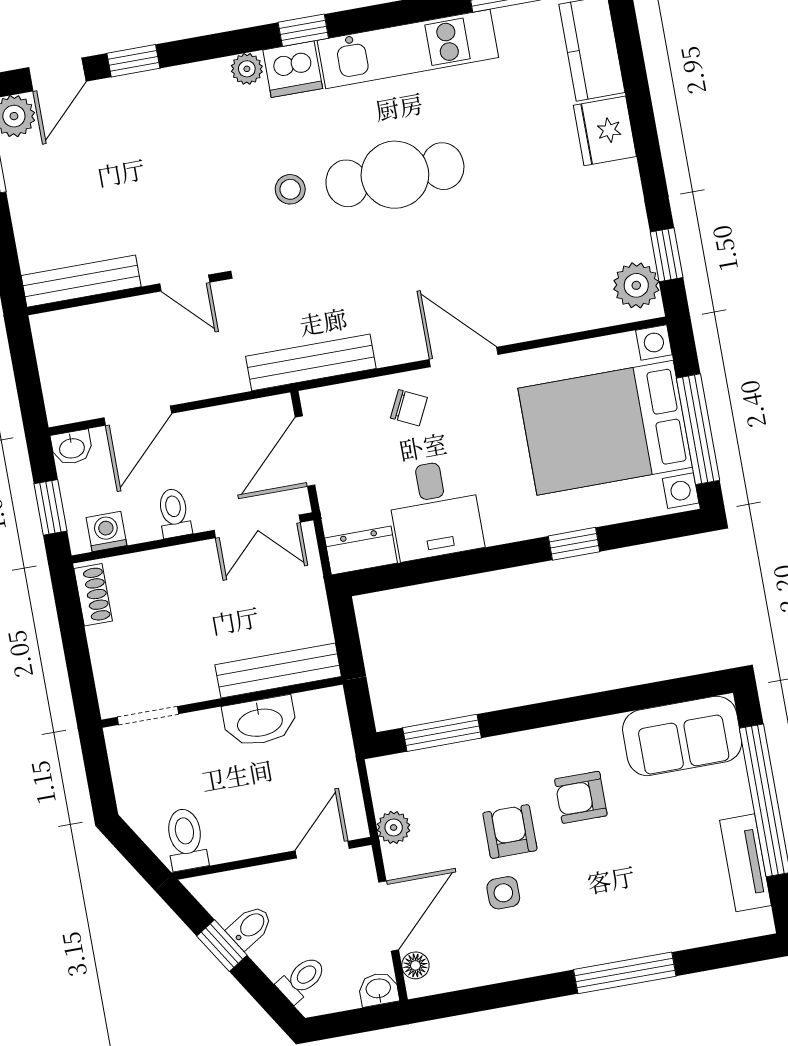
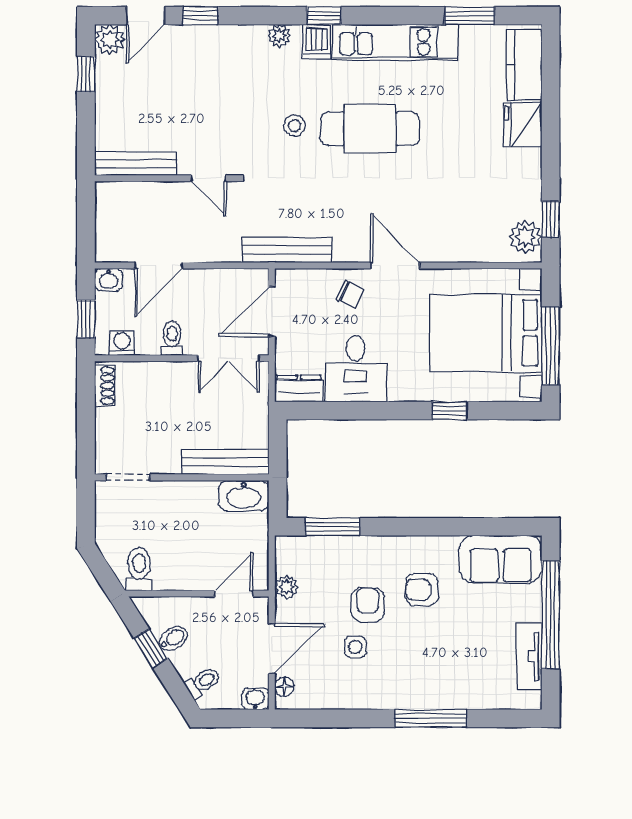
dishwasher: (293, 69) -> (316, 42), width x0.73
washbasin: (260, 721) -> (244, 496), moved

